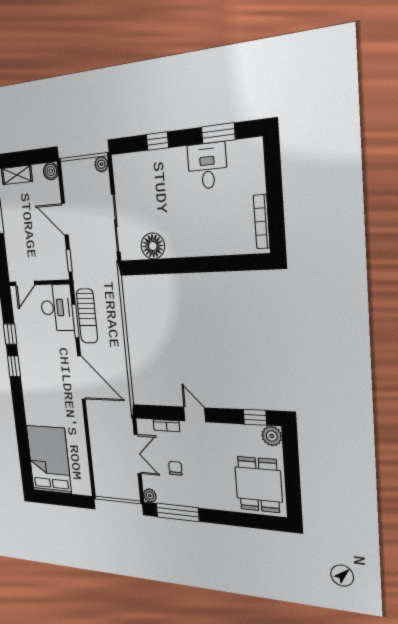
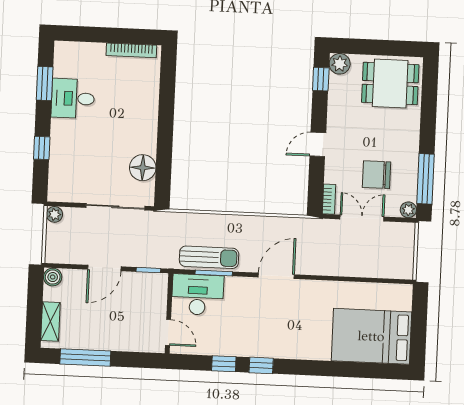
door: (81, 377) -> (276, 276), width x0.73
bookcase: (166, 426) -> (329, 199), moved
chair: (175, 468) -> (376, 175), width x1.87, depth x1.87

